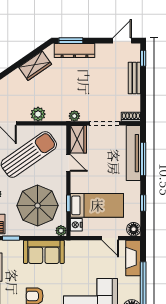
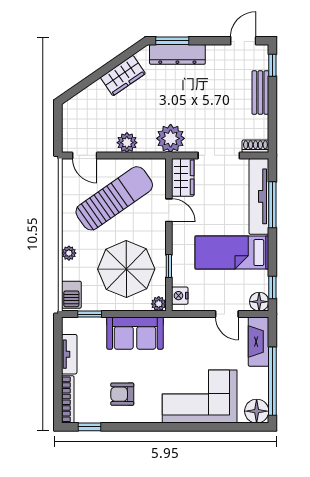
plant: (74, 116) -> (171, 138), width x1.87, depth x1.87
window: (143, 203) -> (272, 287), moved
bed: (97, 205) -> (232, 253), moved, turned 180

